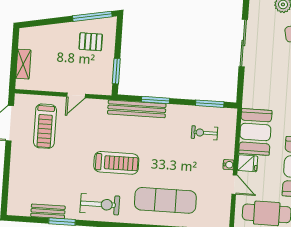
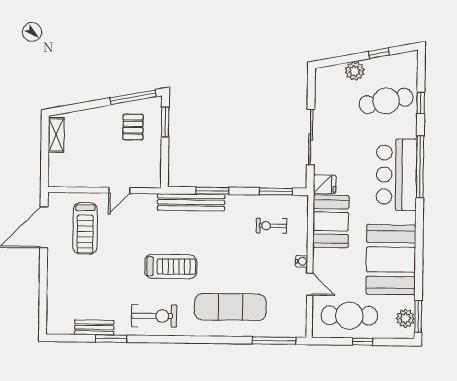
pallet: (91, 42) -> (133, 127), turned 90
sliding door: (243, 43) -> (311, 137), moved
shelving: (23, 64) -> (56, 135), moved
window: (116, 71) -> (165, 122), moved
fridge: (248, 163) -> (325, 184), moved

